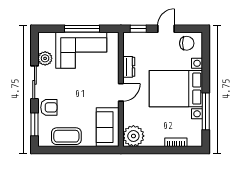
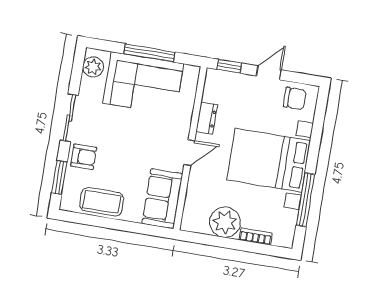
plant: (45, 58) -> (93, 67), moved
plant: (133, 136) -> (225, 222), moved

